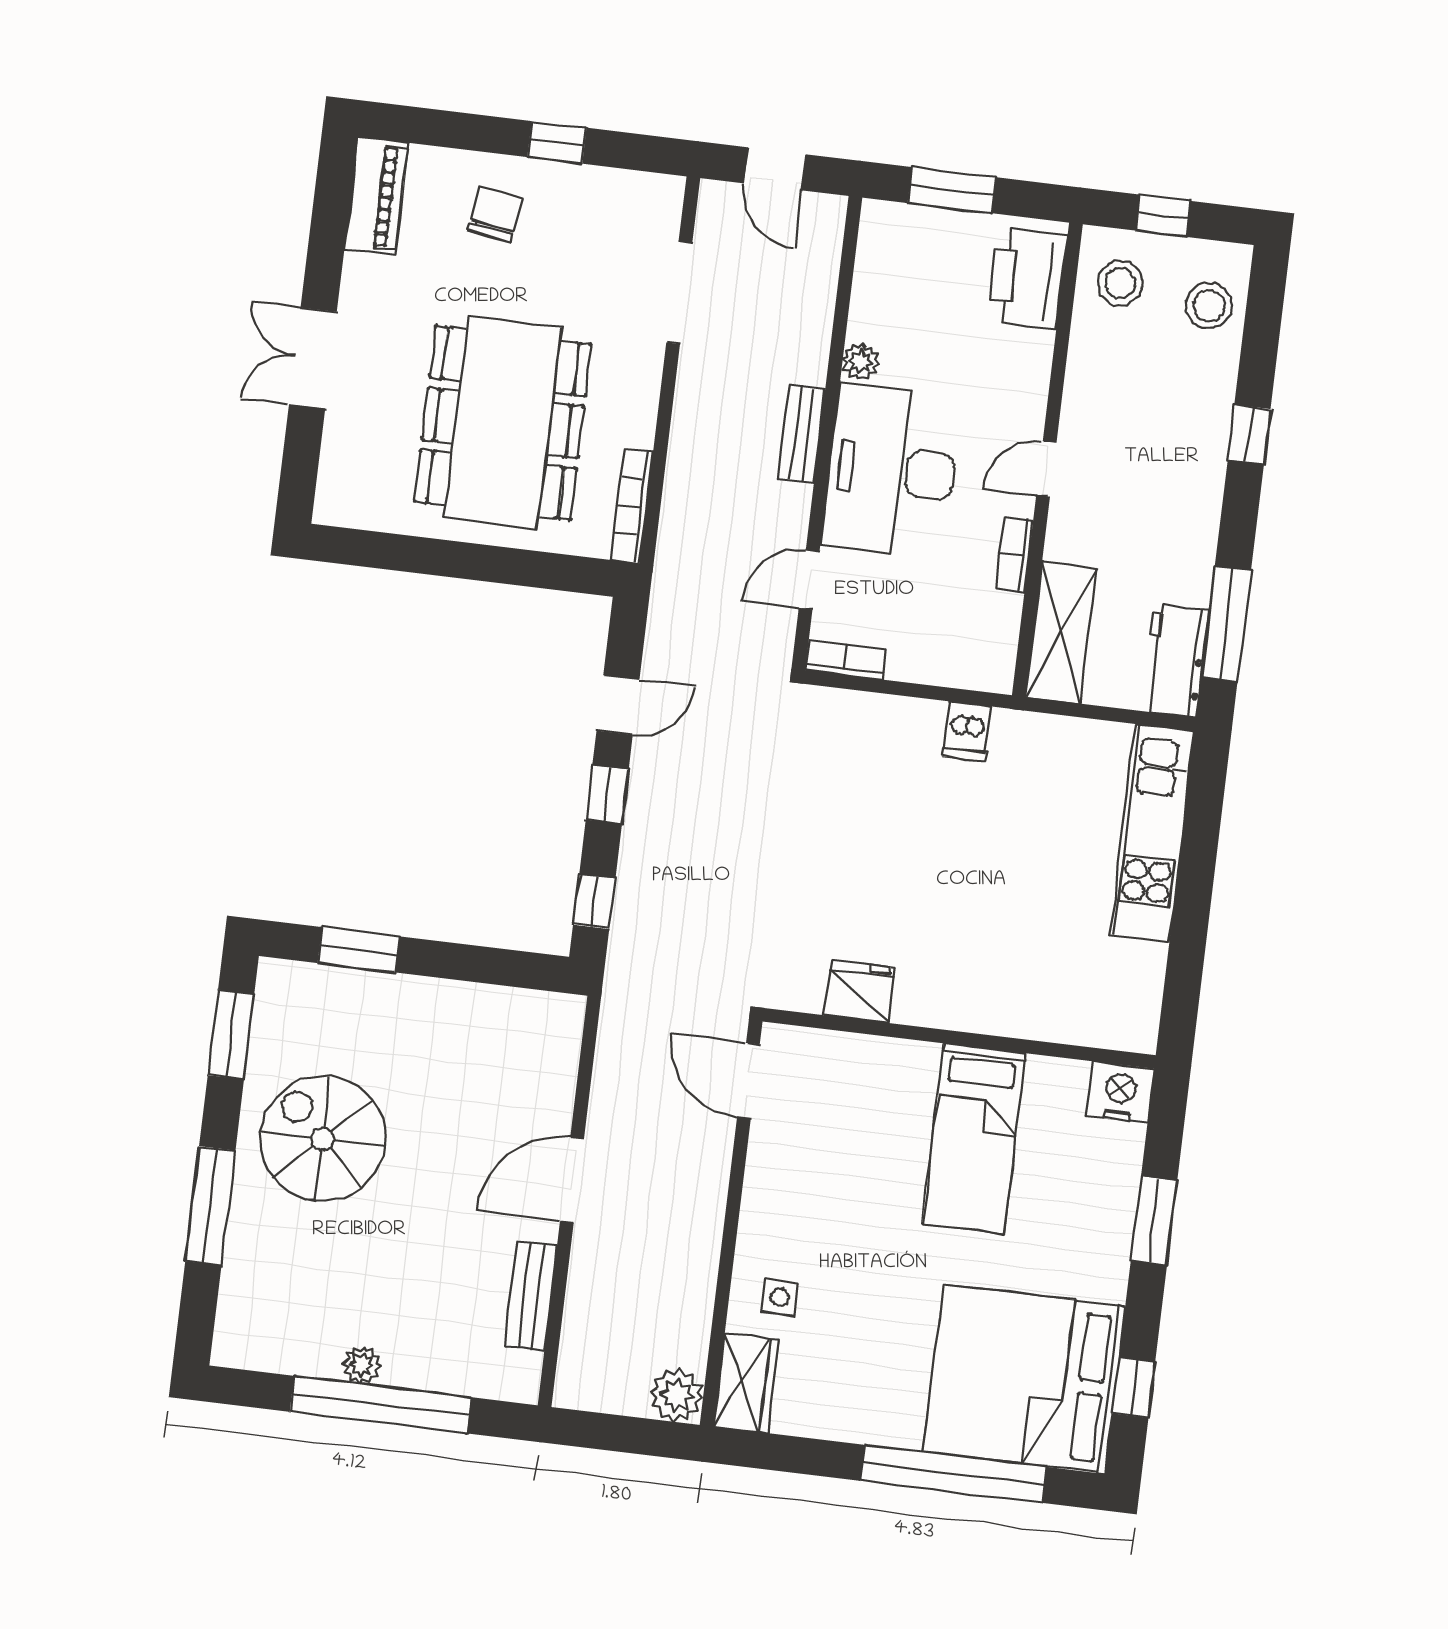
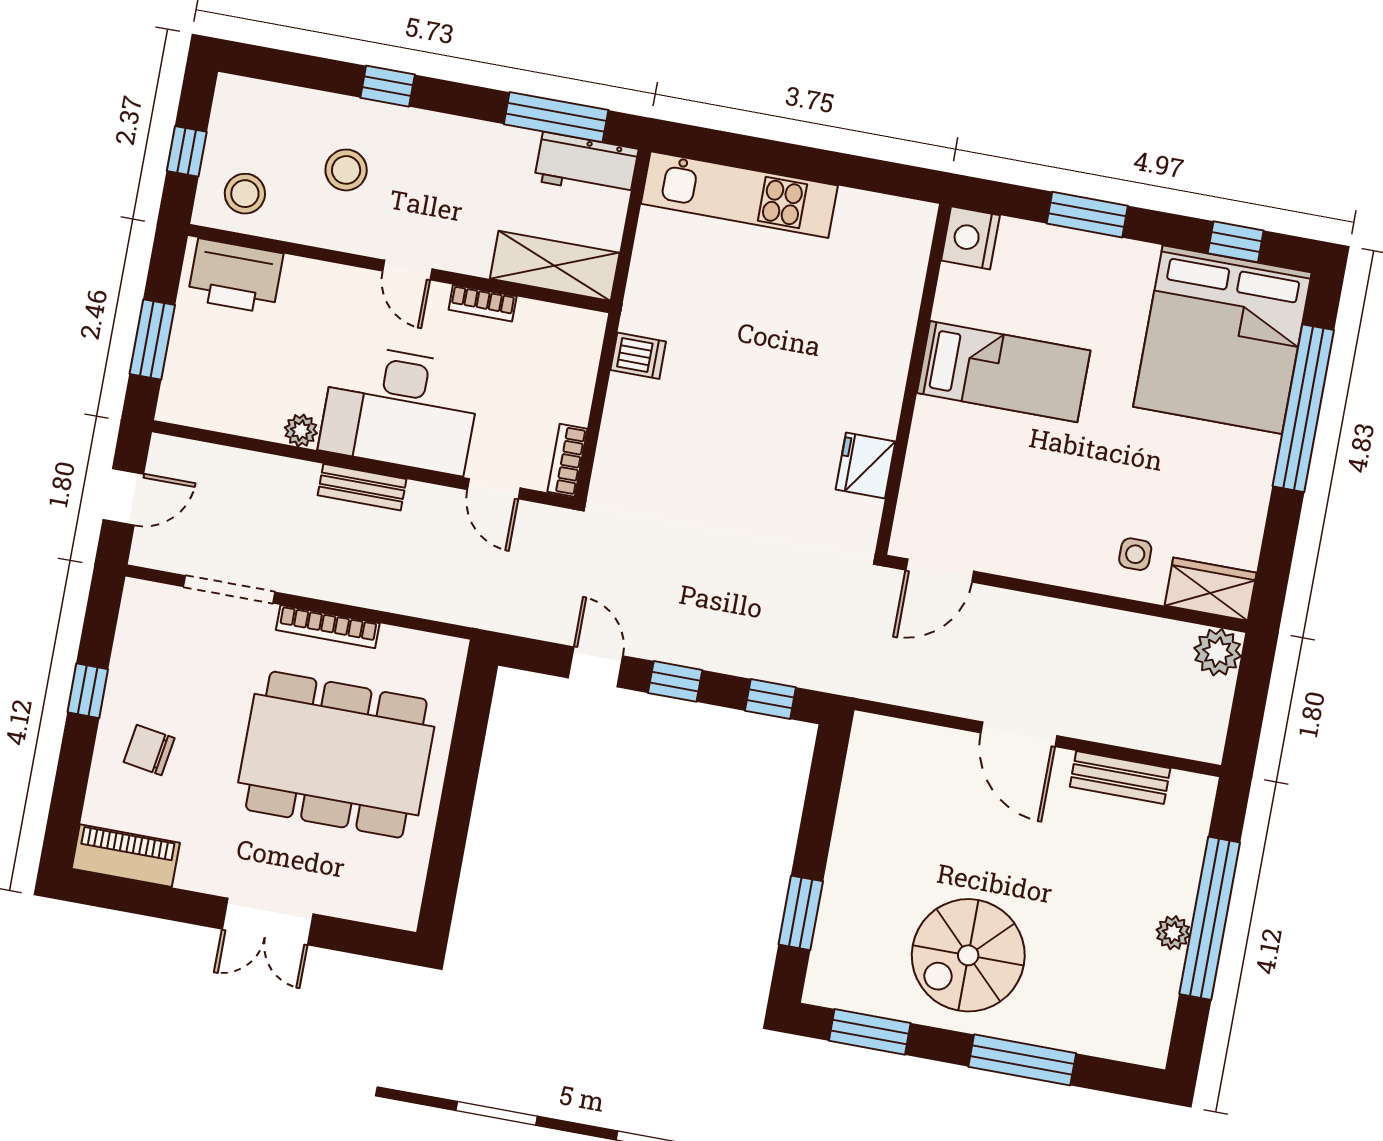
stool: (1209, 306) -> (346, 170), moved
bookcase: (632, 506) -> (328, 627), moved

